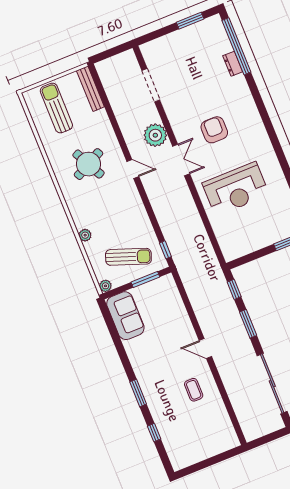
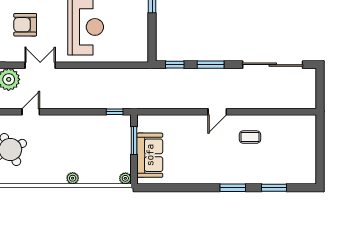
sun lounger: (128, 257) -> (108, 147), removed
sofa: (125, 316) -> (150, 155), moved, turned 90
window: (154, 433) -> (274, 188), width x1.50

